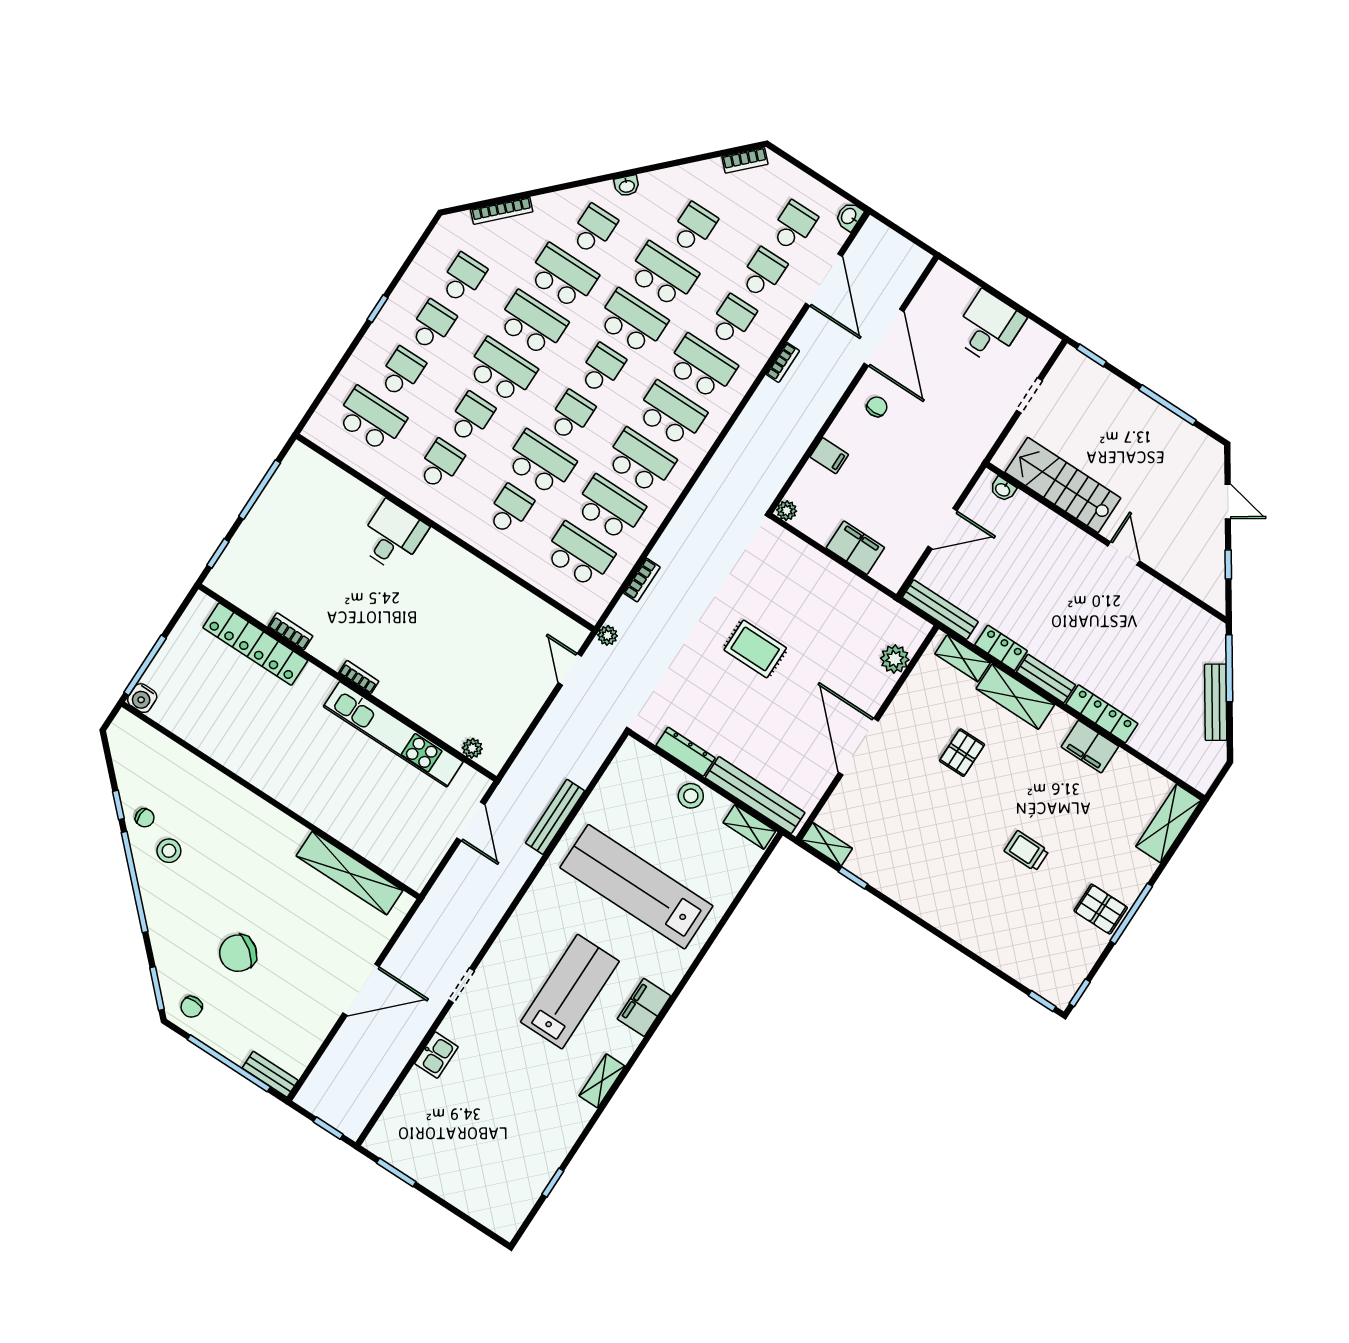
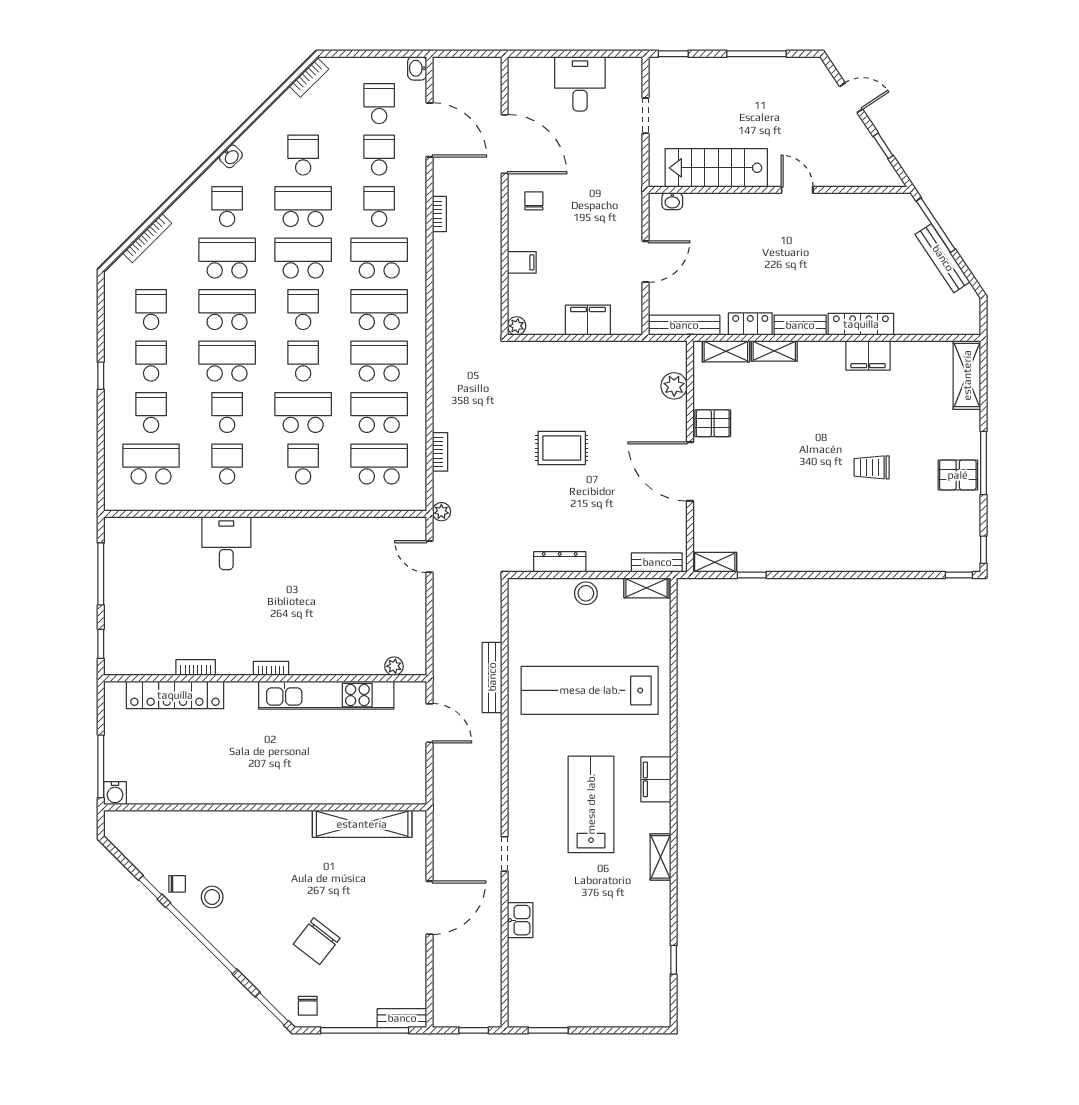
shelving: (1015, 697) -> (774, 351), width x0.67, depth x0.75
pallet: (962, 753) -> (713, 423), moved, turned 90
bench: (755, 795) -> (657, 562), width x0.54, depth x0.82

